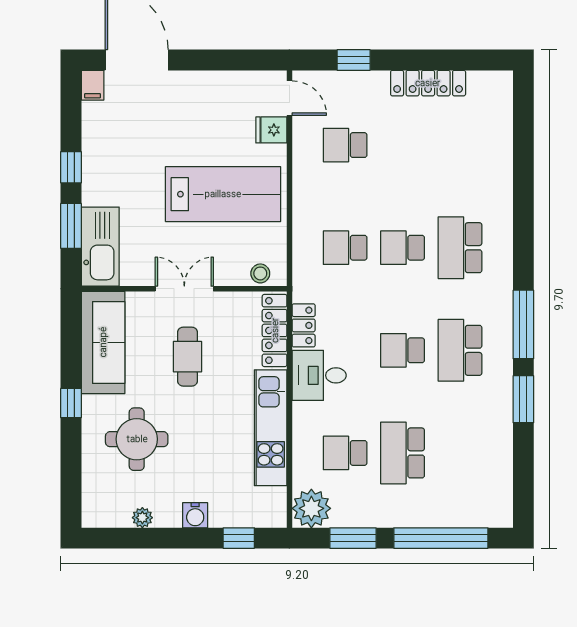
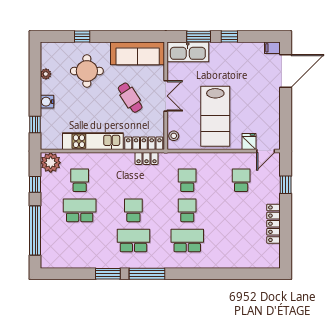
cafe table: (187, 357) -> (130, 98), turned 57
desk: (319, 375) -> (120, 167), removed
window: (71, 403) -> (82, 37), moved
window: (353, 538) -> (35, 184), width x0.67

